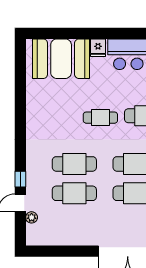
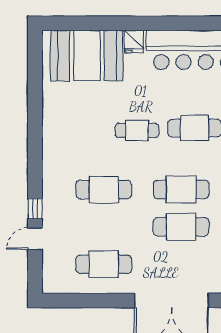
cafe table: (74, 193) -> (104, 264), moved
plant: (32, 217) -> (49, 258), removed

